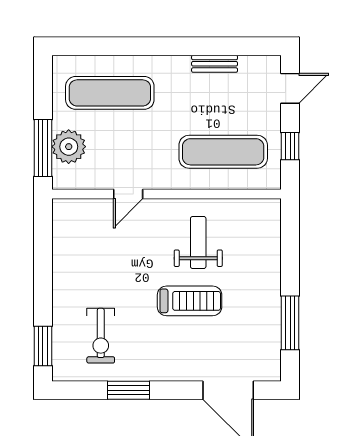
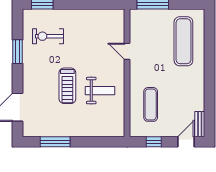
bench: (215, 64) -> (200, 124), moved
door: (290, 88) -> (186, 142), swing flipped
plant: (69, 147) -> (153, 18), removed
exercise mat: (223, 152) -> (151, 104), width x0.73, depth x0.69

